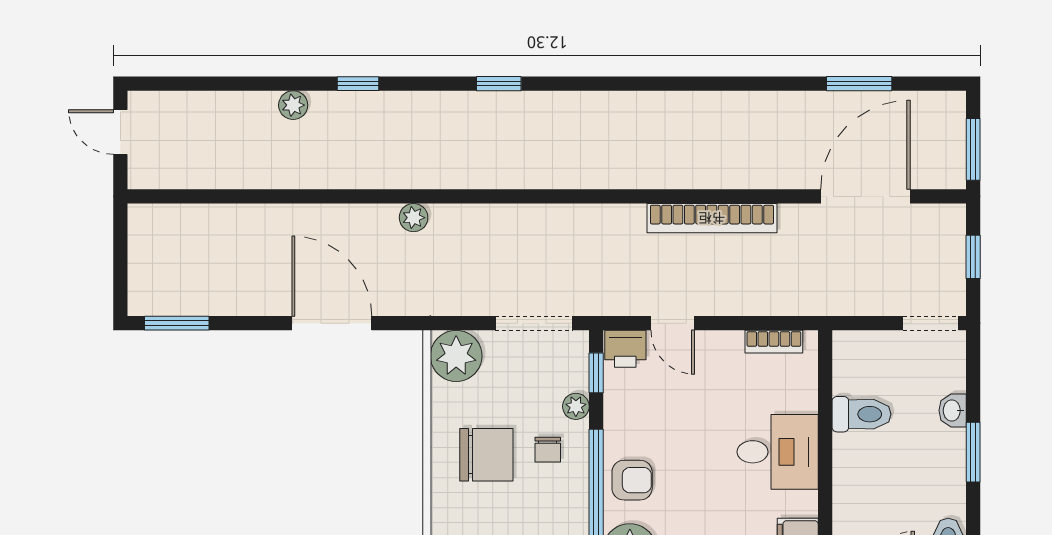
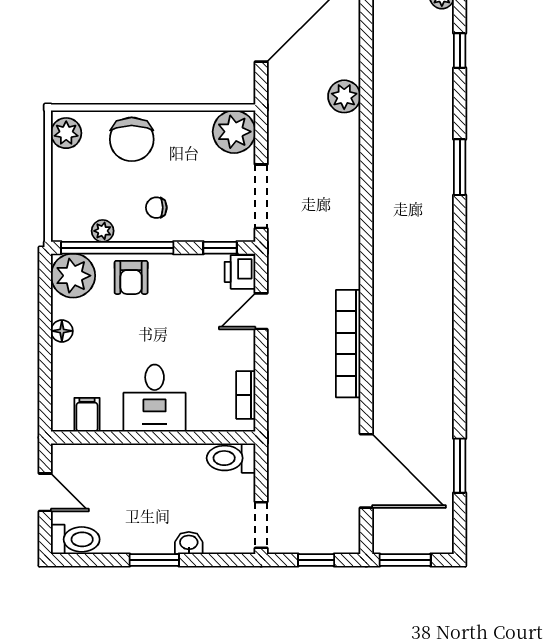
window: (499, 84) -> (460, 167), width x1.50
plant: (414, 218) -> (344, 96), width x1.38, depth x1.38
plant: (576, 406) -> (103, 231), moved
toilet: (862, 414) -> (231, 458), moved, turned 90
chair: (486, 455) -> (132, 139), moved

